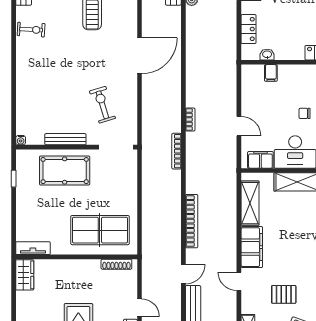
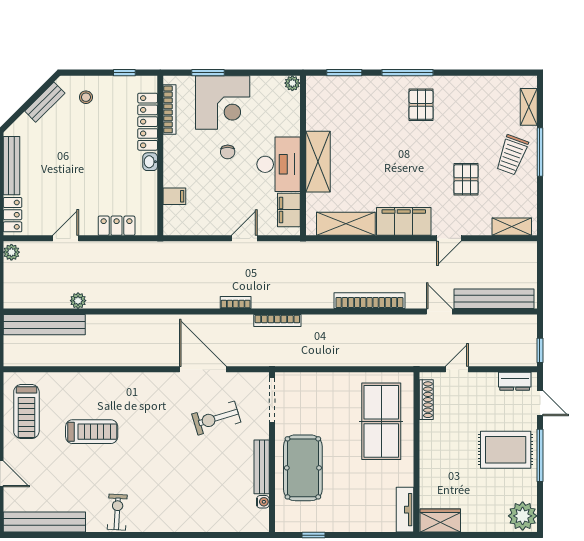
washbasin: (267, 55) -> (150, 162), moved
door: (139, 56) -> (203, 369), moved
water cooler: (21, 140) -> (263, 502), moved
door: (139, 308) -> (457, 369), moved

